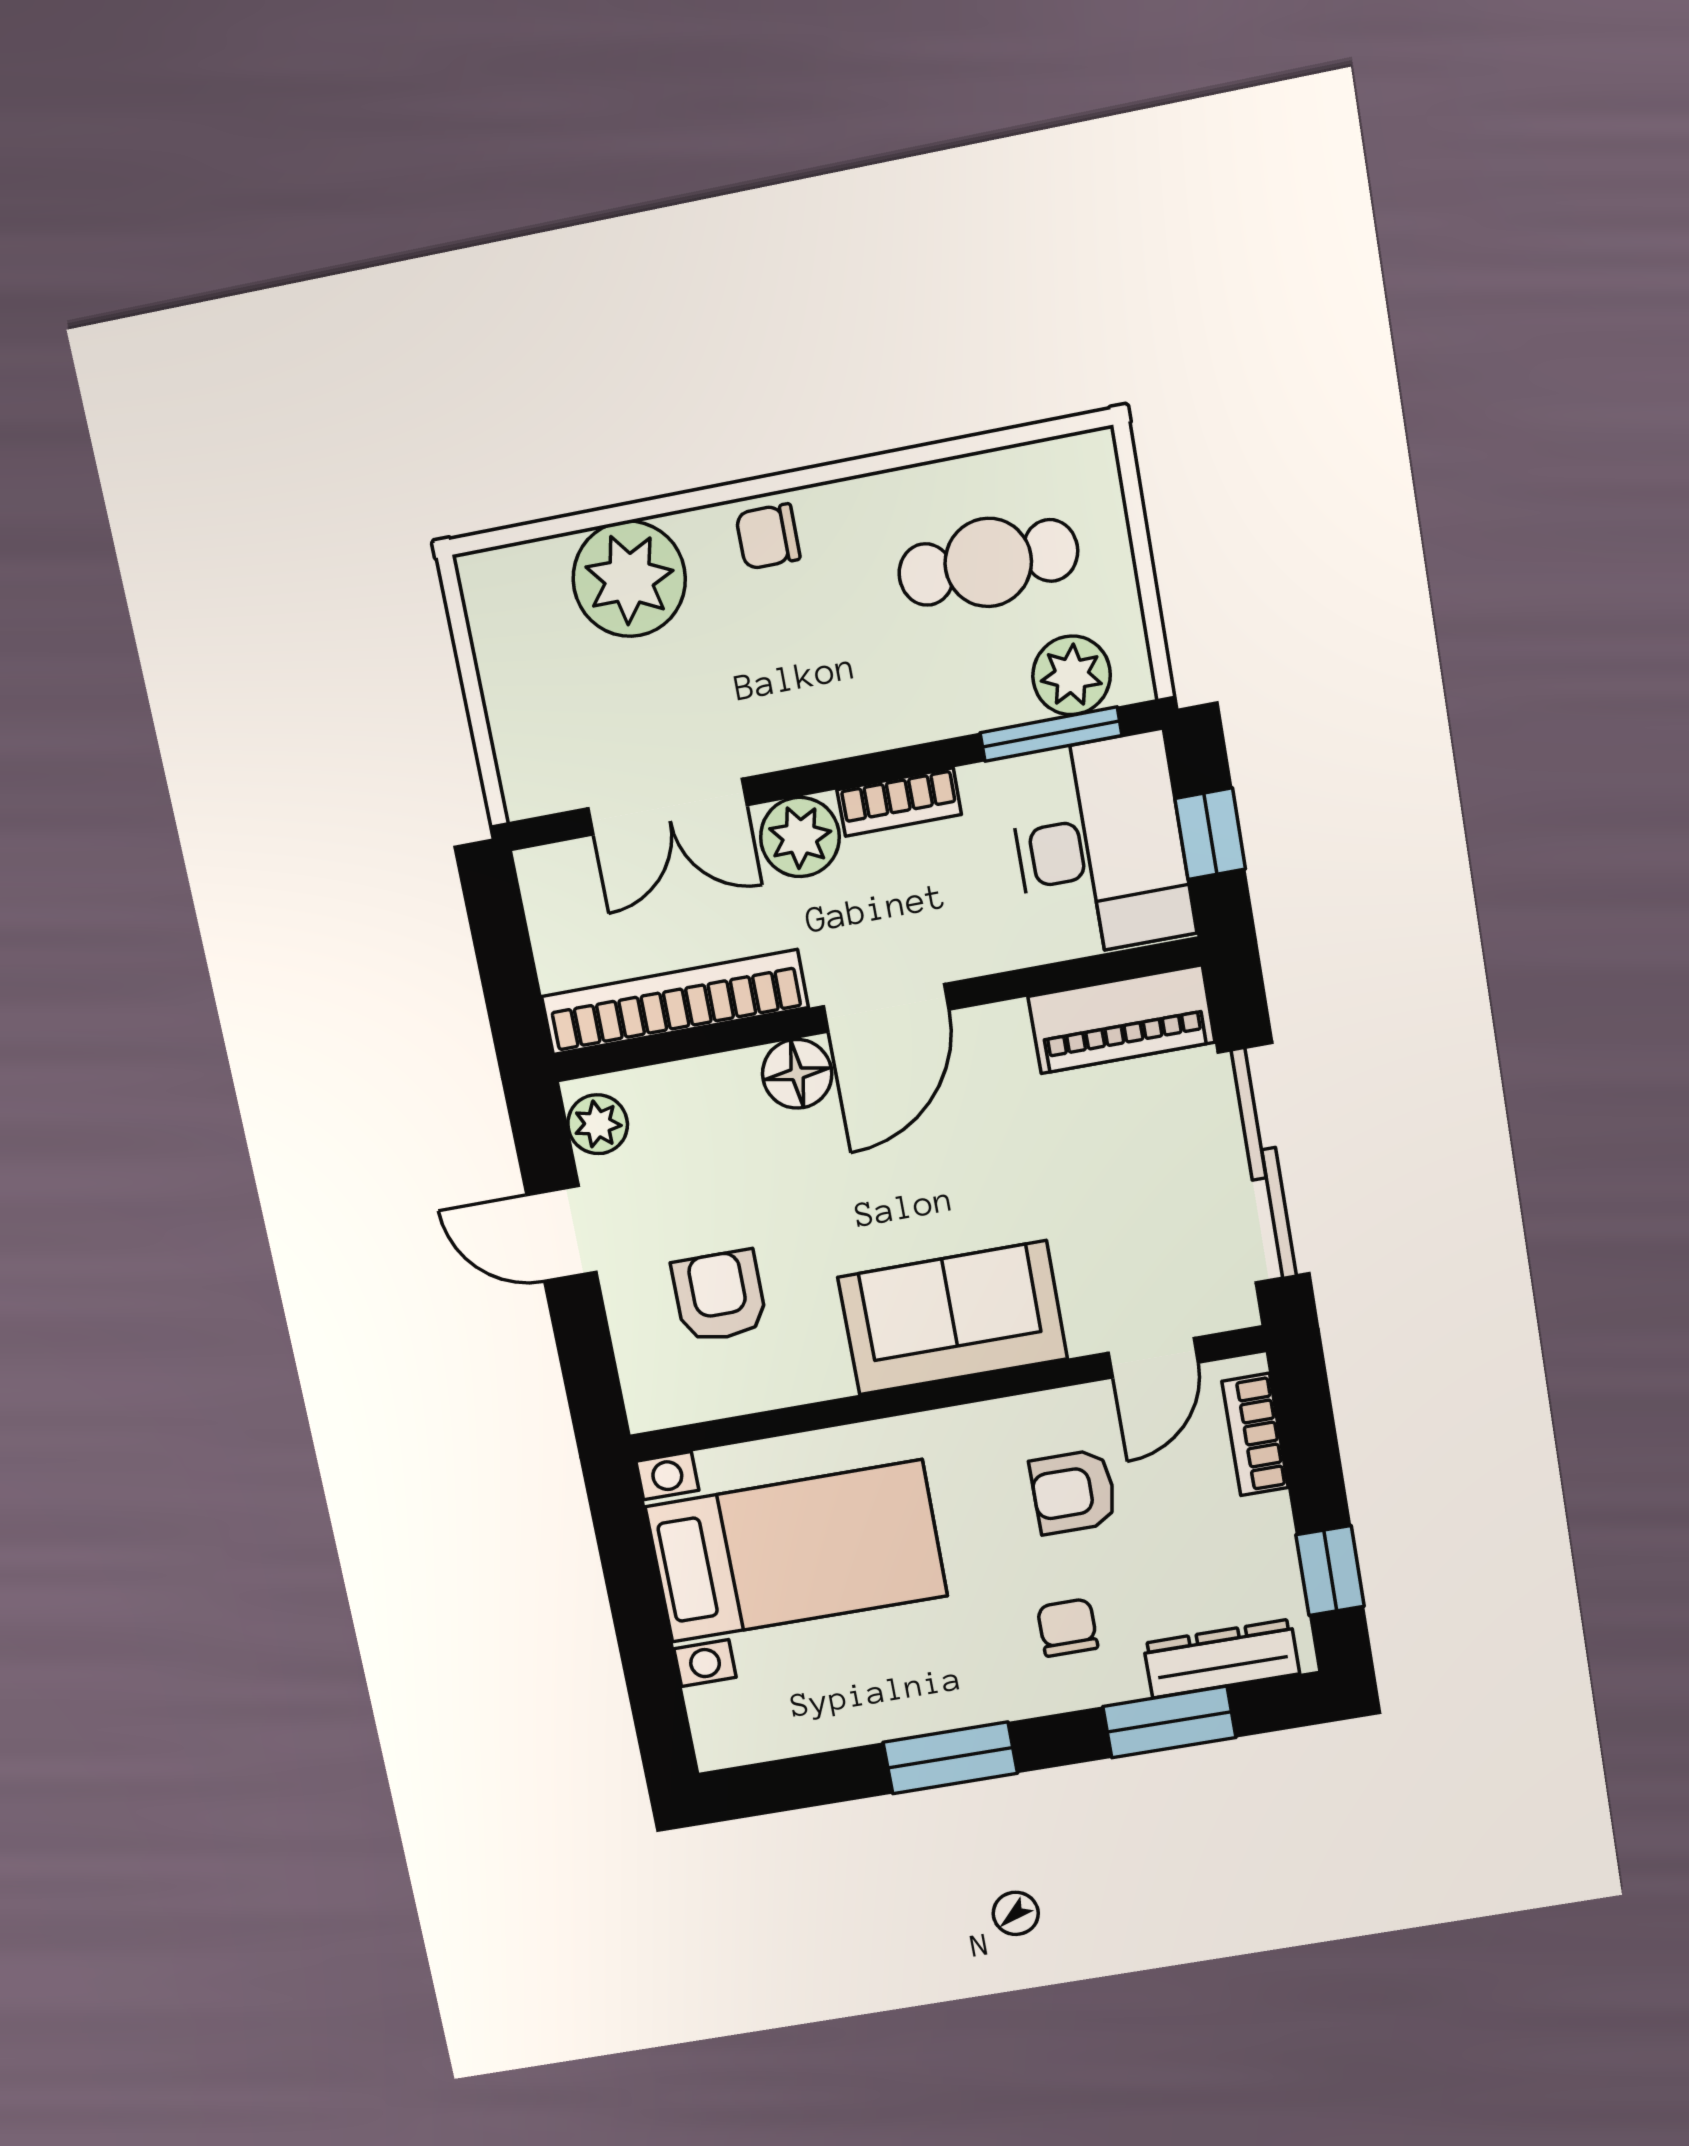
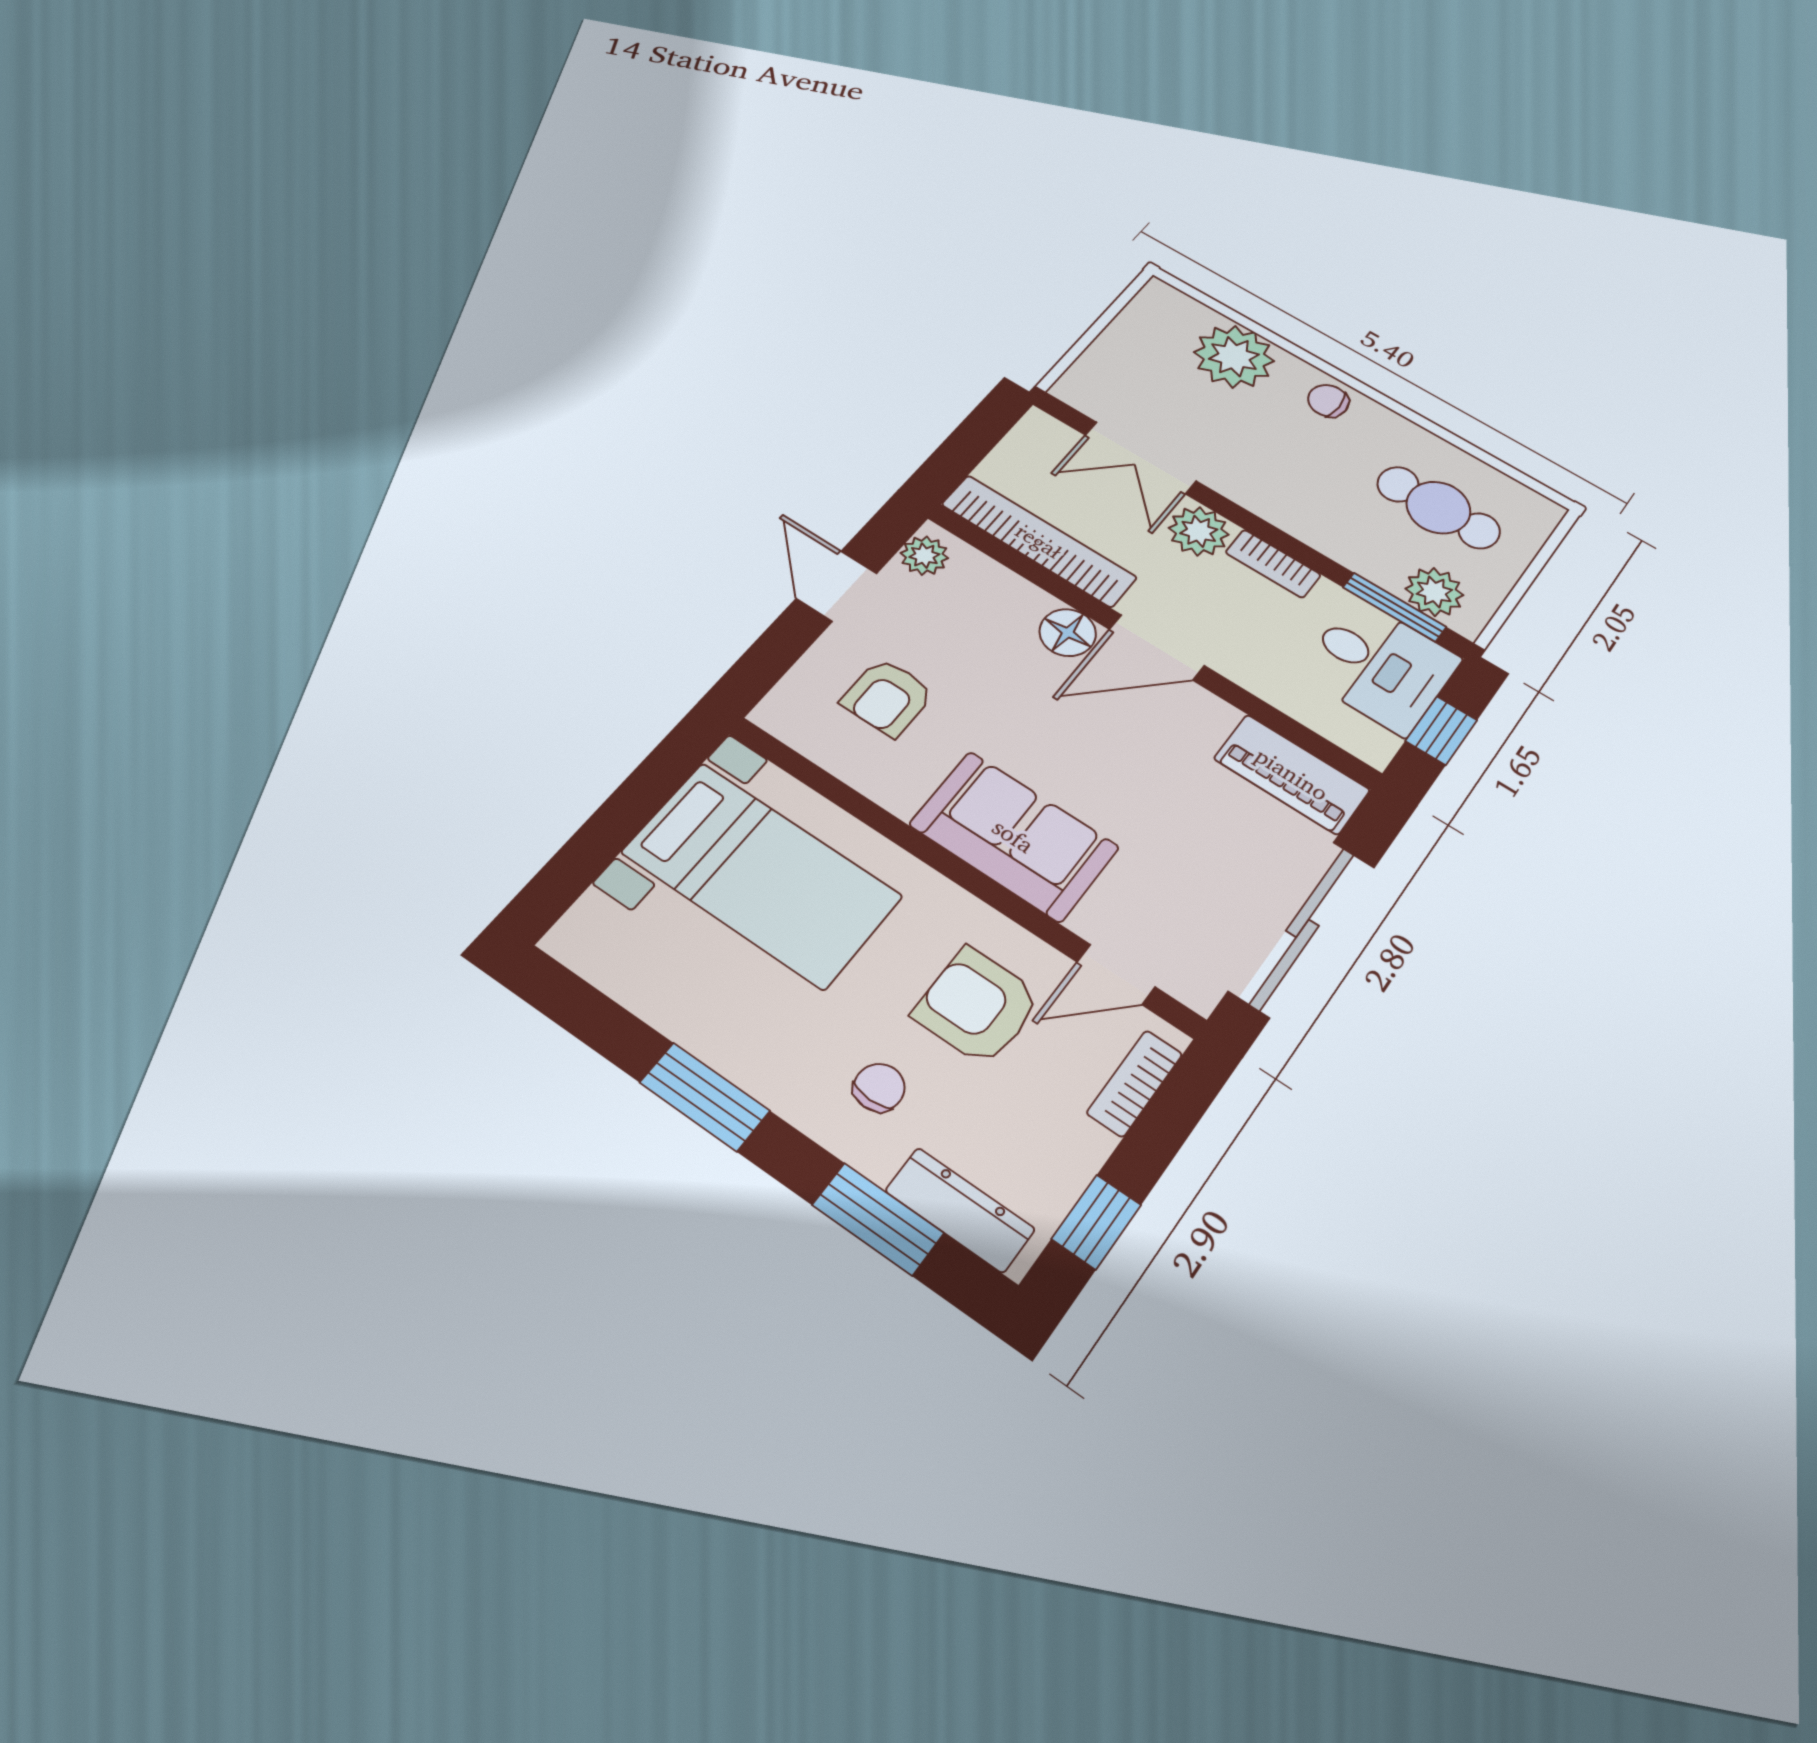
desk: (1100, 846) -> (1380, 666), width x0.73
armchair: (719, 1296) -> (888, 697), turned 180
armchair: (1073, 1492) -> (977, 1006), width x1.38, depth x1.38

